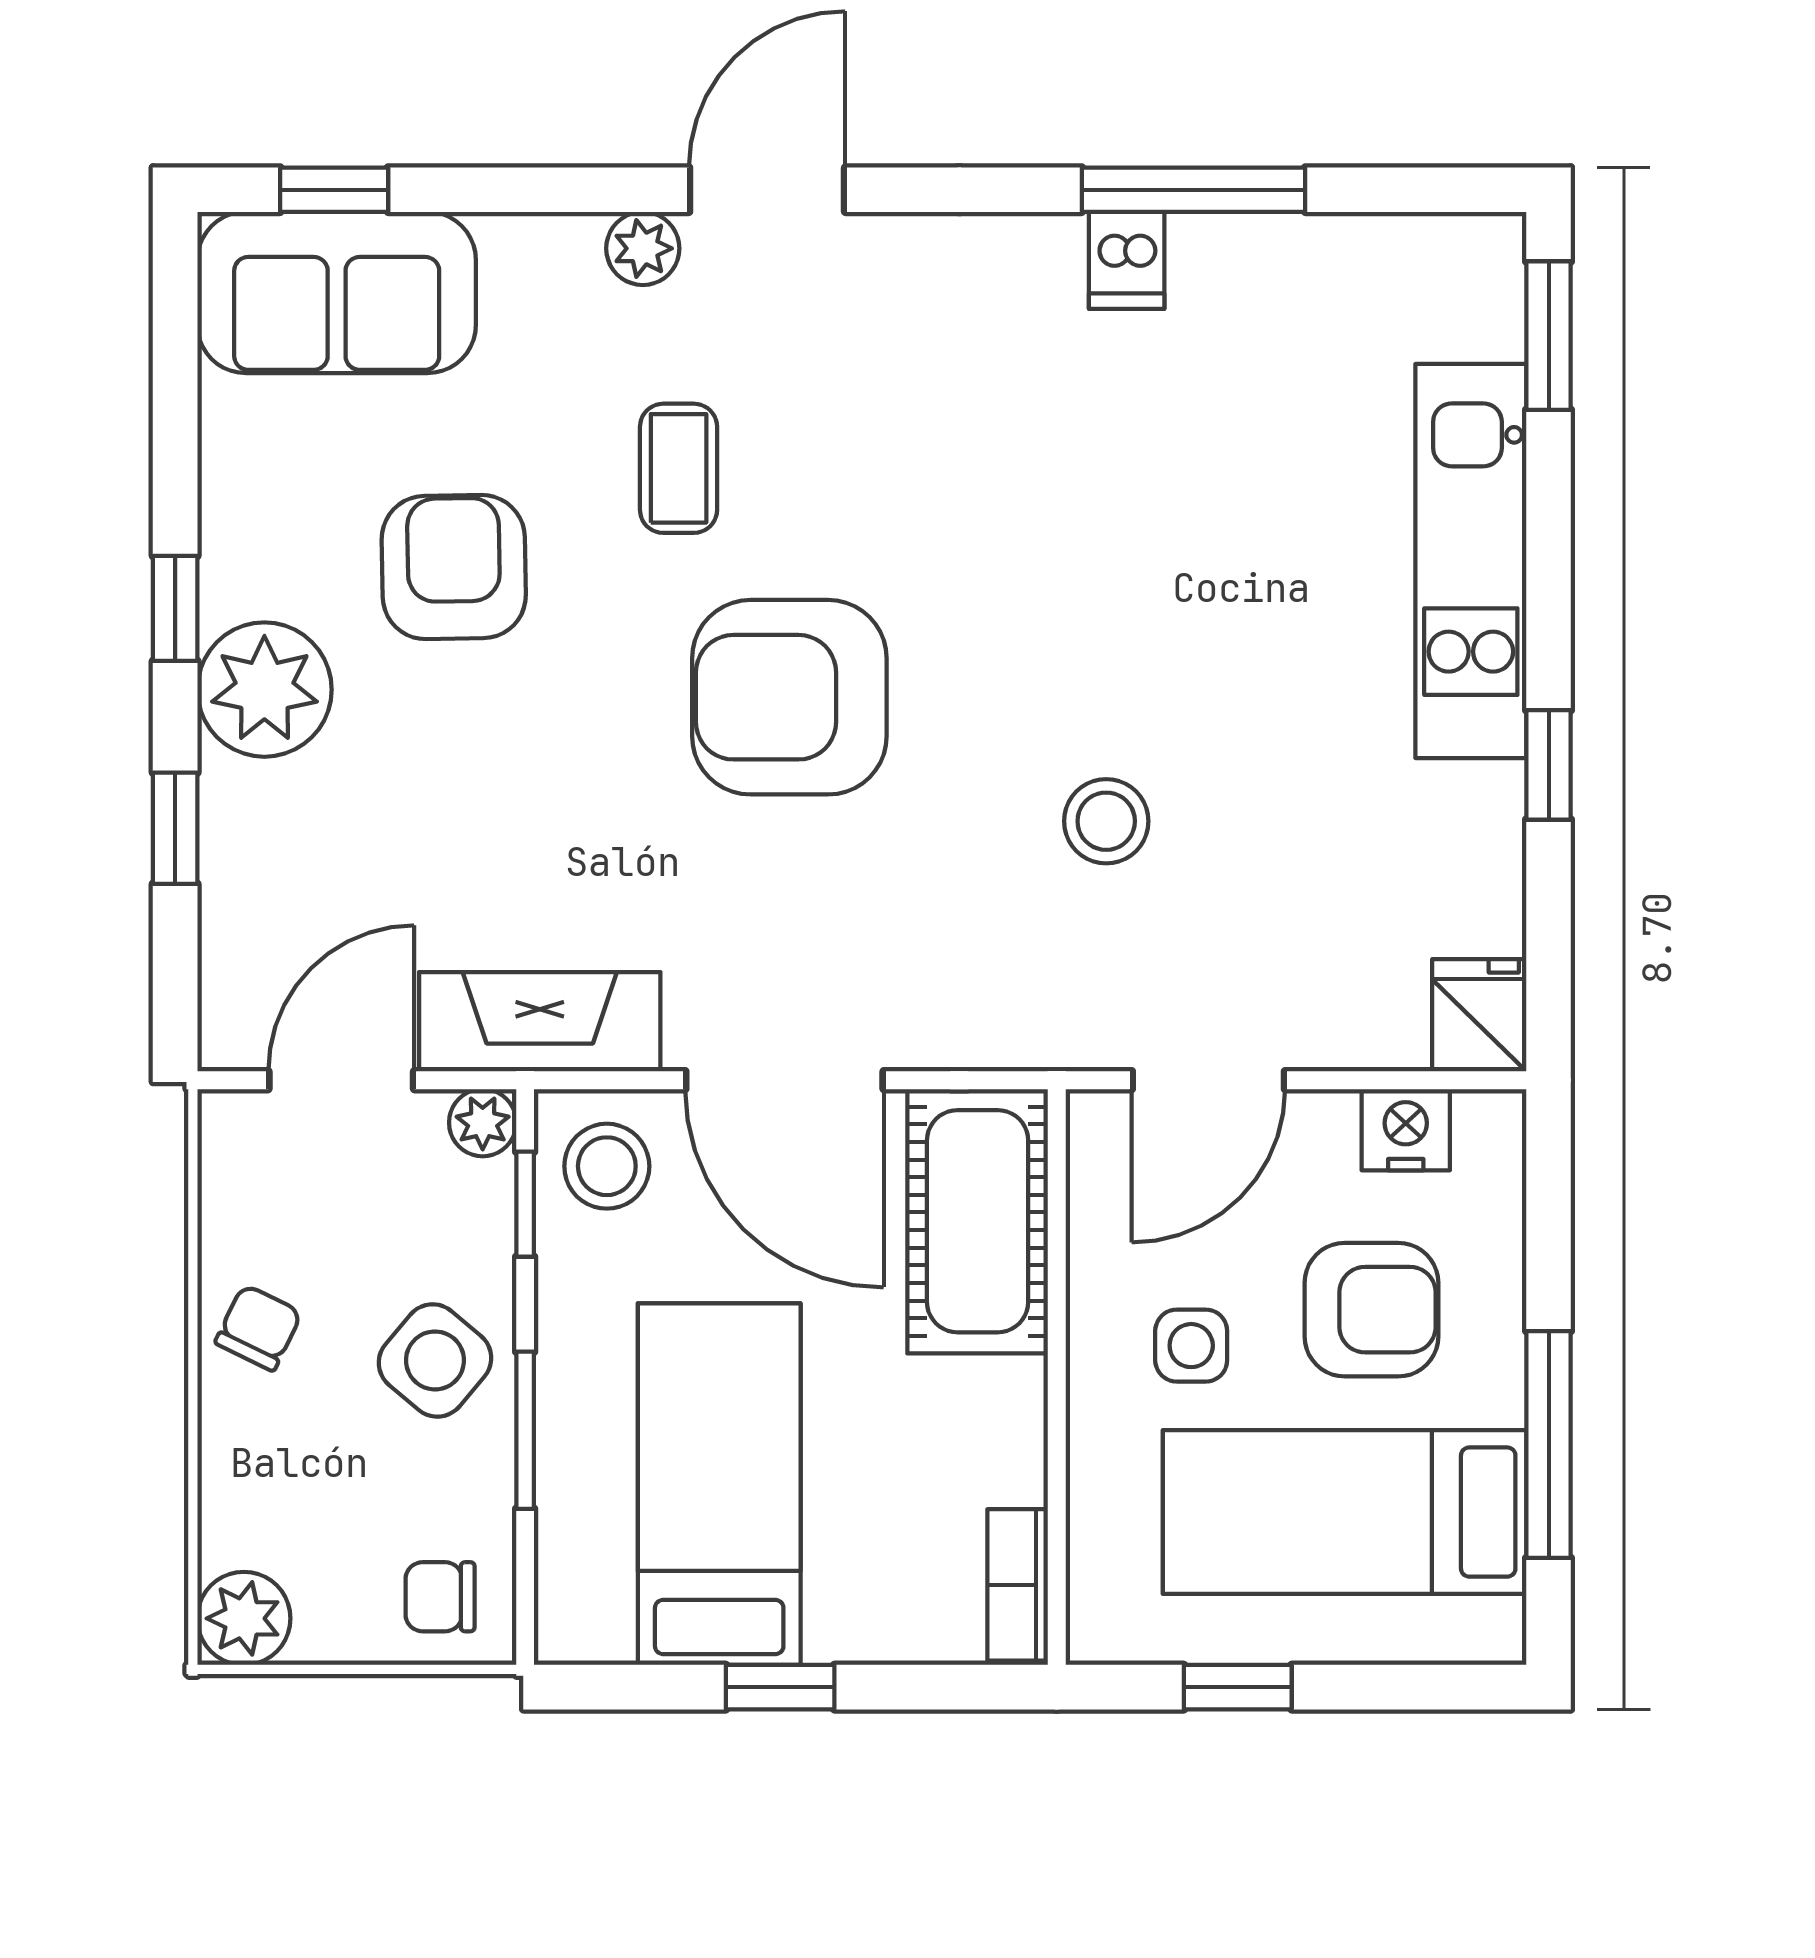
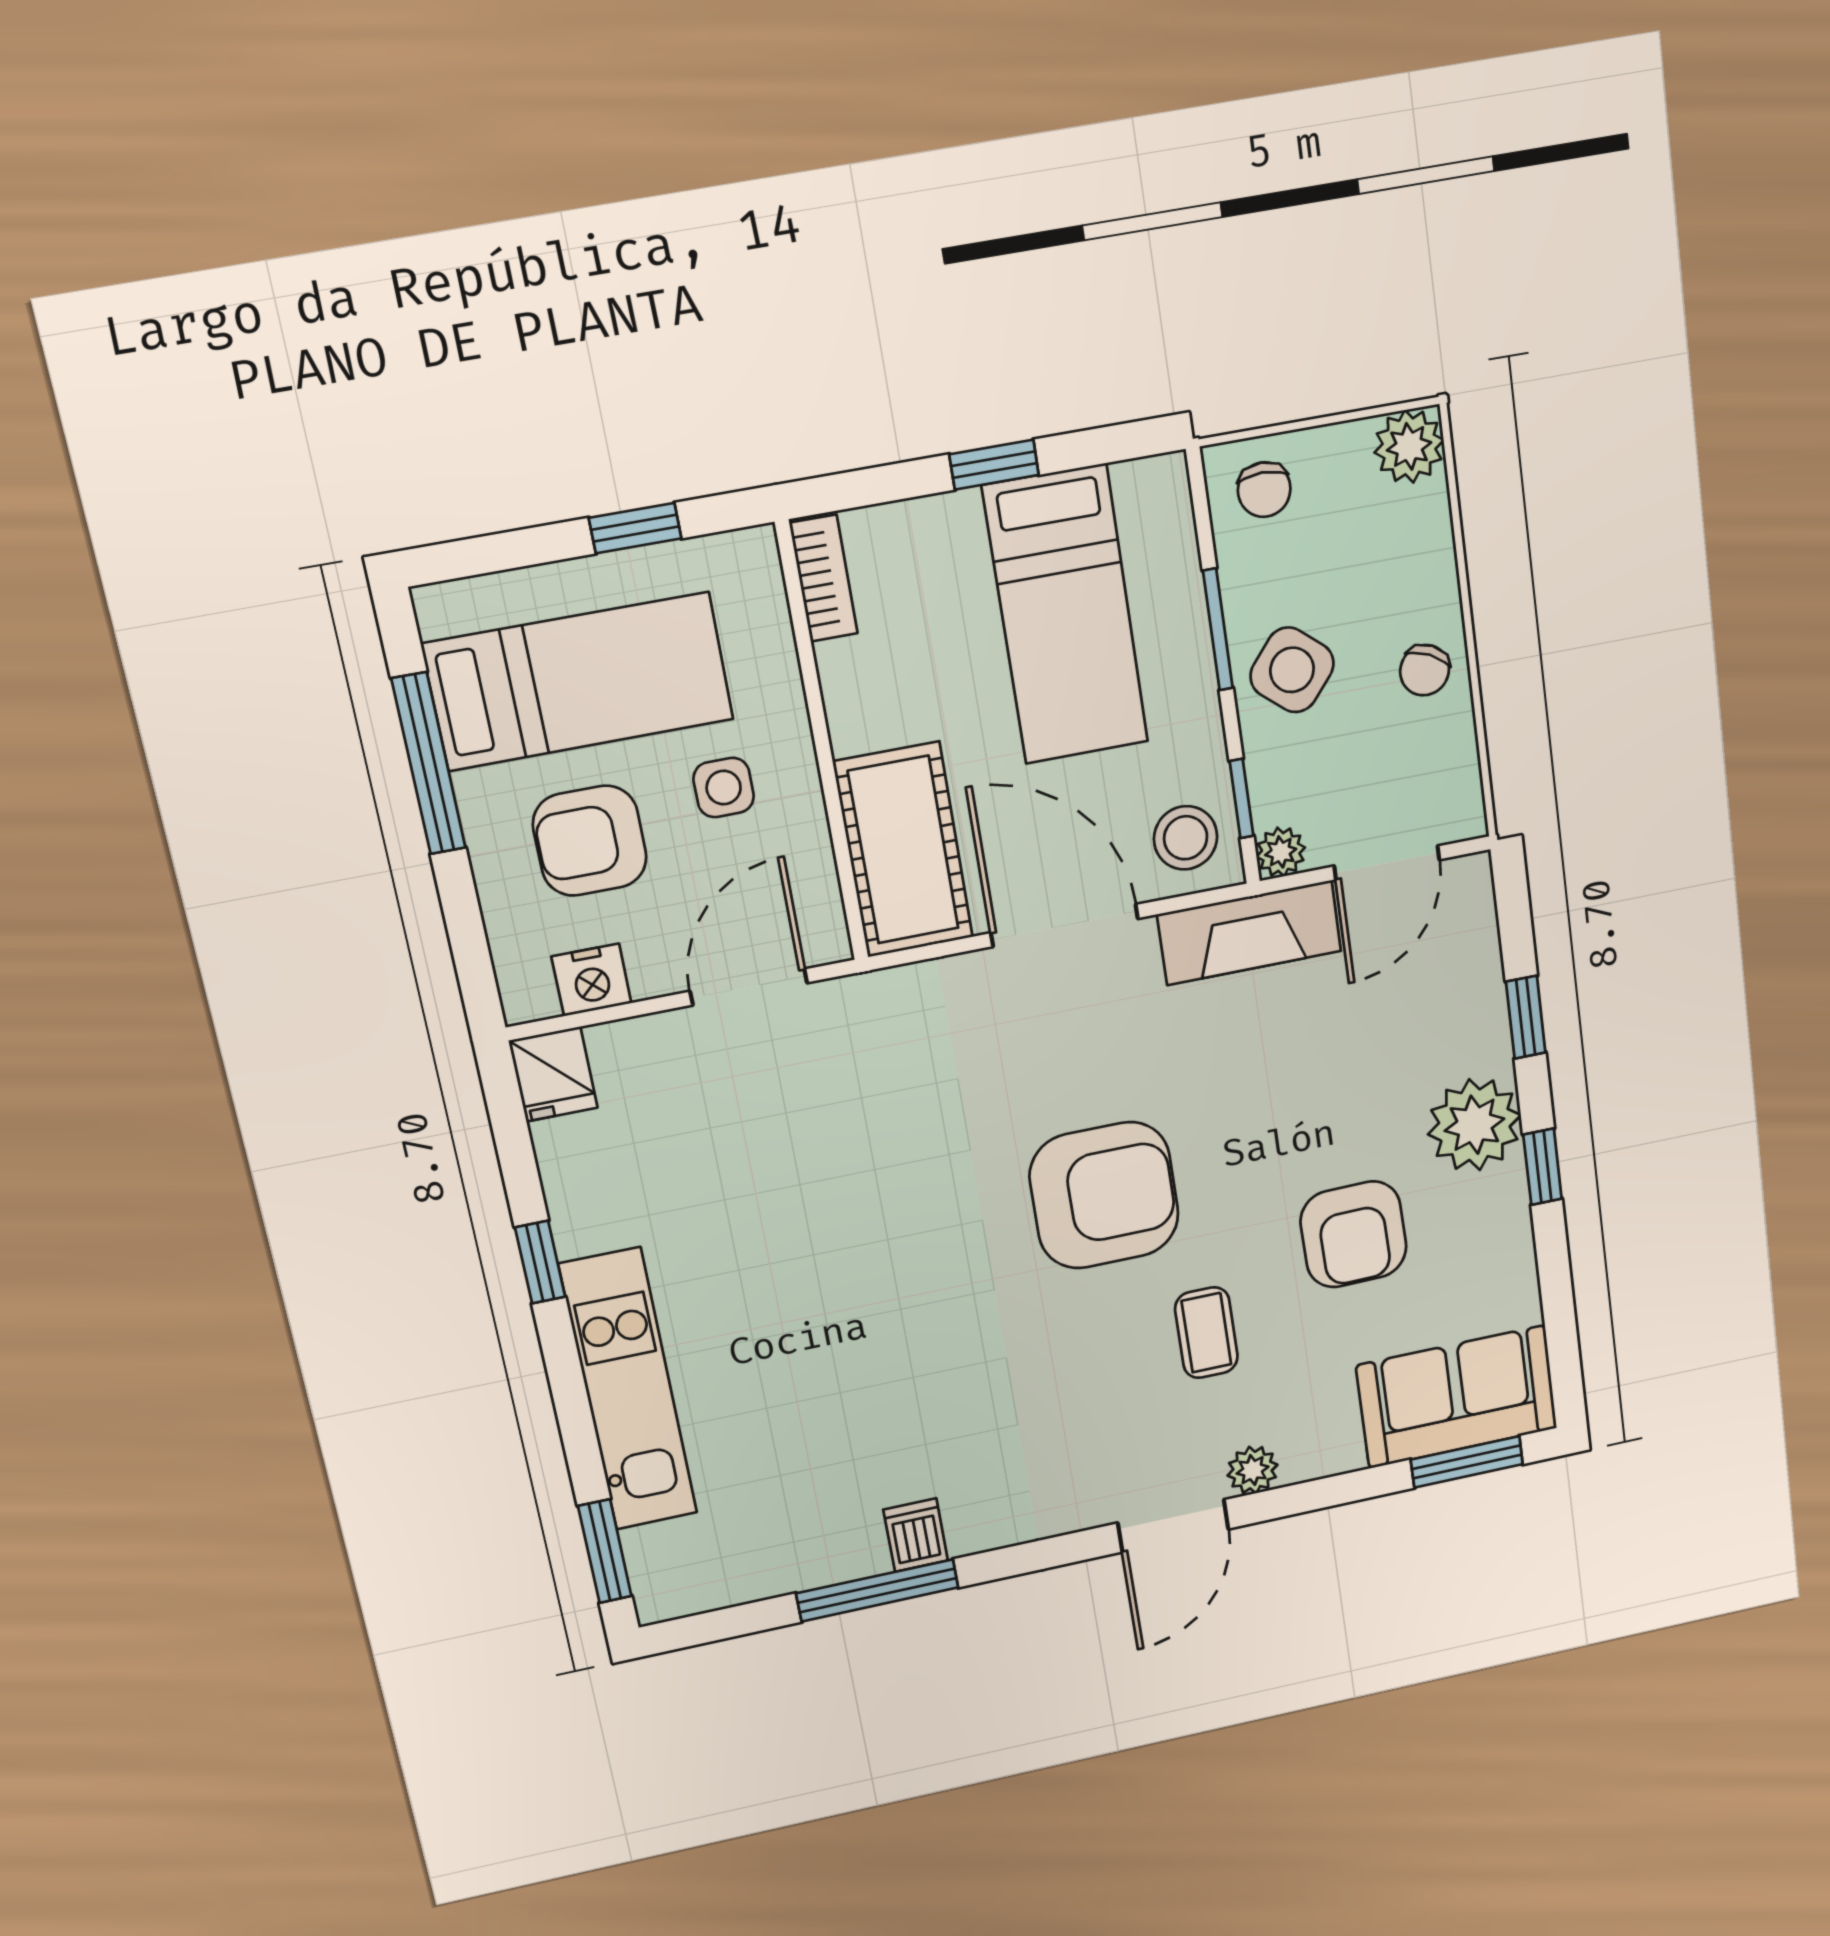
window: (334, 190) -> (1467, 1462), width x1.50
stool: (1106, 821) -> (860, 1156), removed
chair: (440, 1597) -> (1264, 490), turned 90

